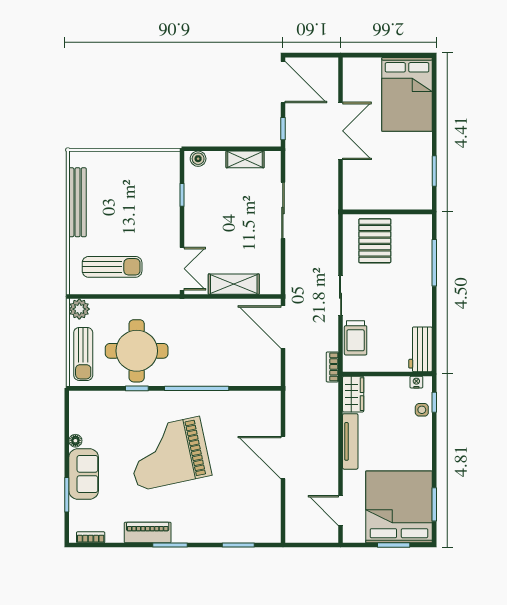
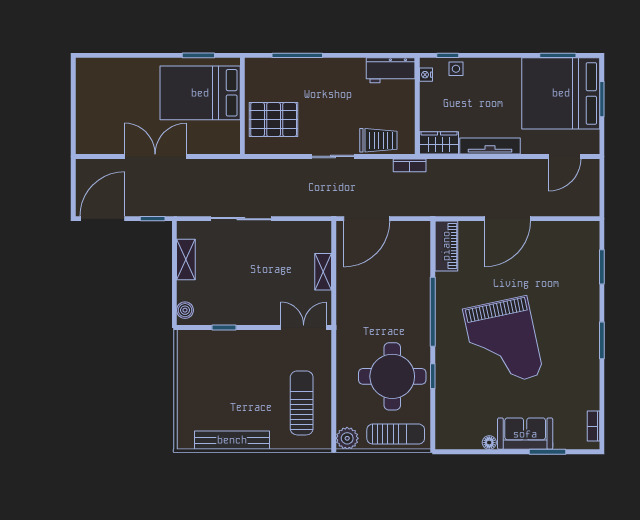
bed: (407, 94) -> (200, 93), moved, turned 180
shelving: (234, 284) -> (323, 272), width x0.67, depth x0.75
piano: (148, 533) -> (446, 246), moved, turned 180

